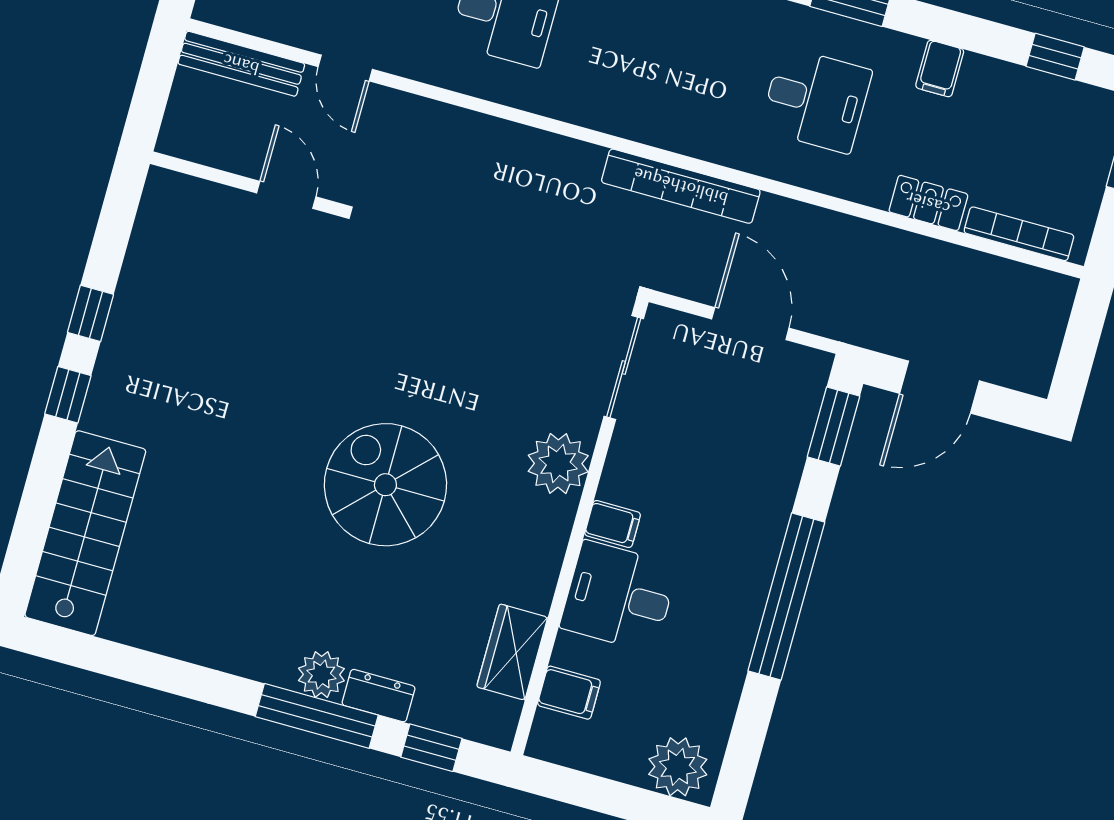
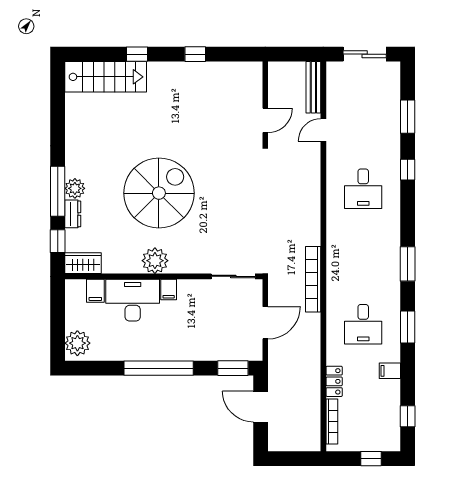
window: (68, 395) -> (137, 54), moved
plant: (558, 464) -> (155, 261), moved
spiral stairs: (385, 485) -> (159, 193), width x1.37, depth x1.37
desk: (619, 596) -> (133, 300), width x1.37
wardrobe: (512, 652) -> (83, 263), moved

